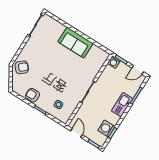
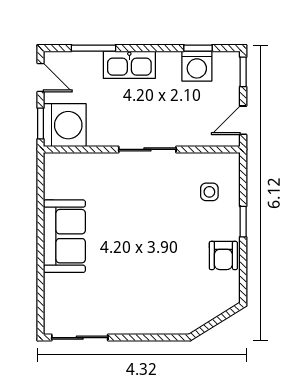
washing machine: (114, 62) -> (65, 125), width x1.89, depth x1.89
armchair: (22, 67) -> (181, 312), removed

